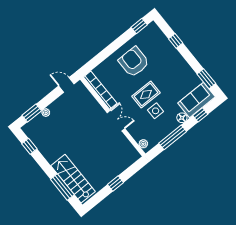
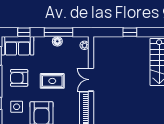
armchair: (174, 75) -> (19, 78), added
side table: (156, 111) -> (17, 107), moved
floor lamp: (182, 118) -> (57, 41), moved

